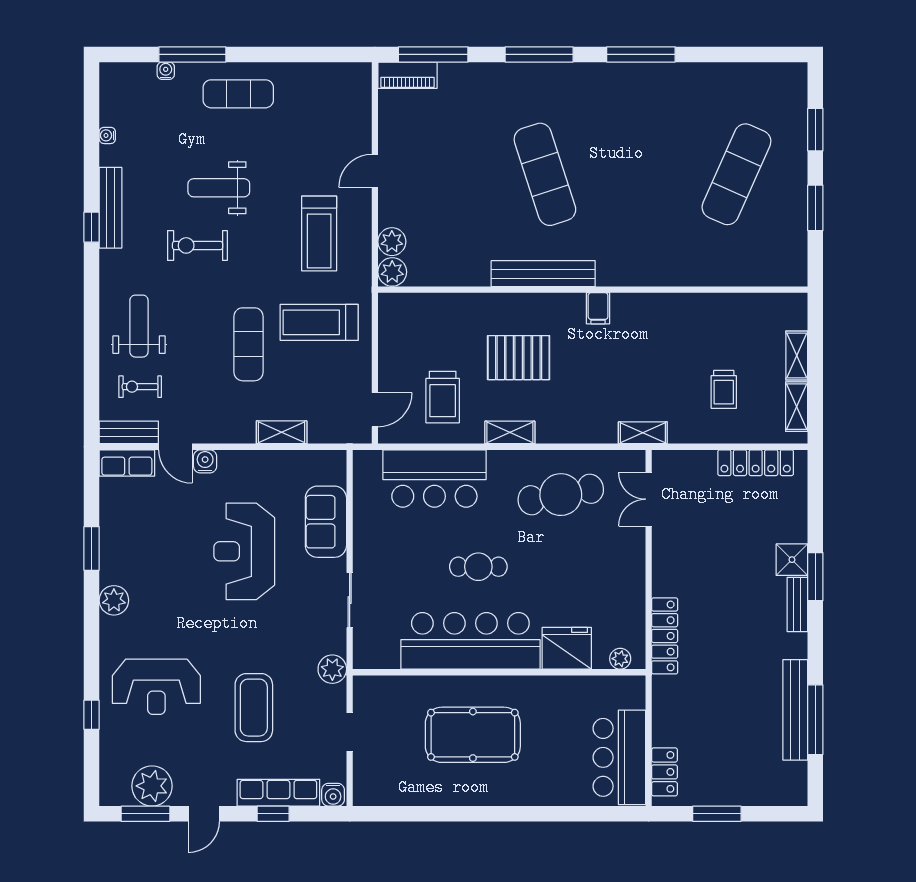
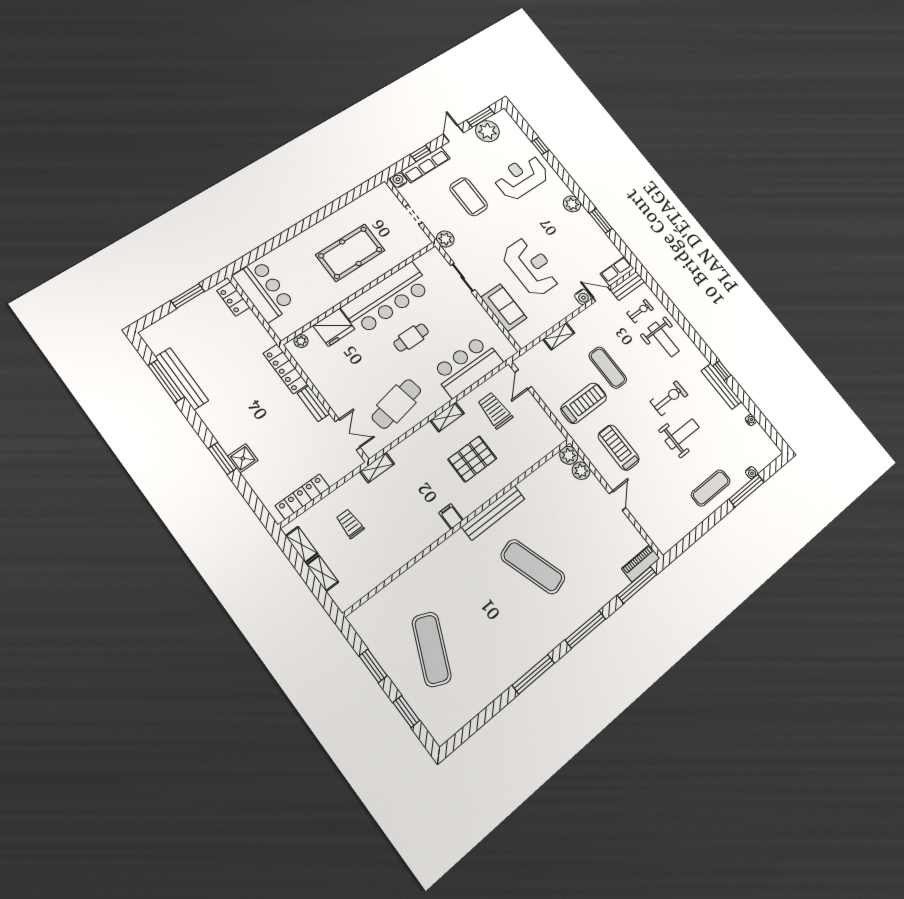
bench: (797, 605) -> (313, 404), moved

